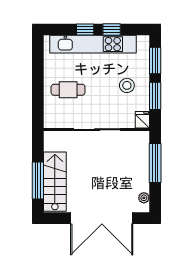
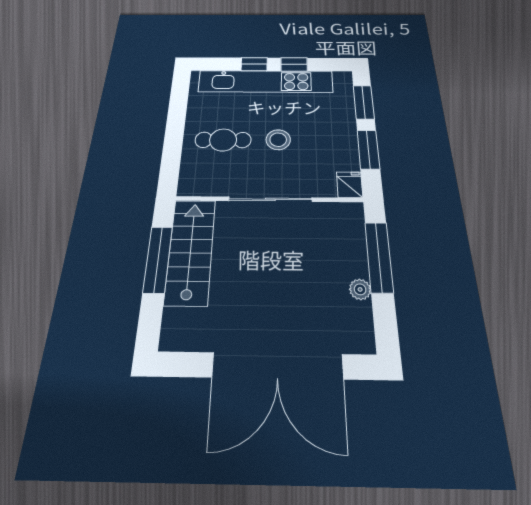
stool: (127, 85) -> (278, 140), moved
window: (38, 181) -> (158, 259), moved
stairs: (55, 182) -> (191, 251), moved
plant: (144, 198) -> (360, 289), moved

